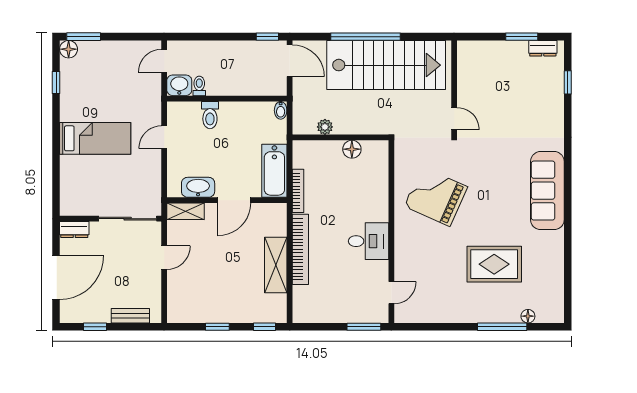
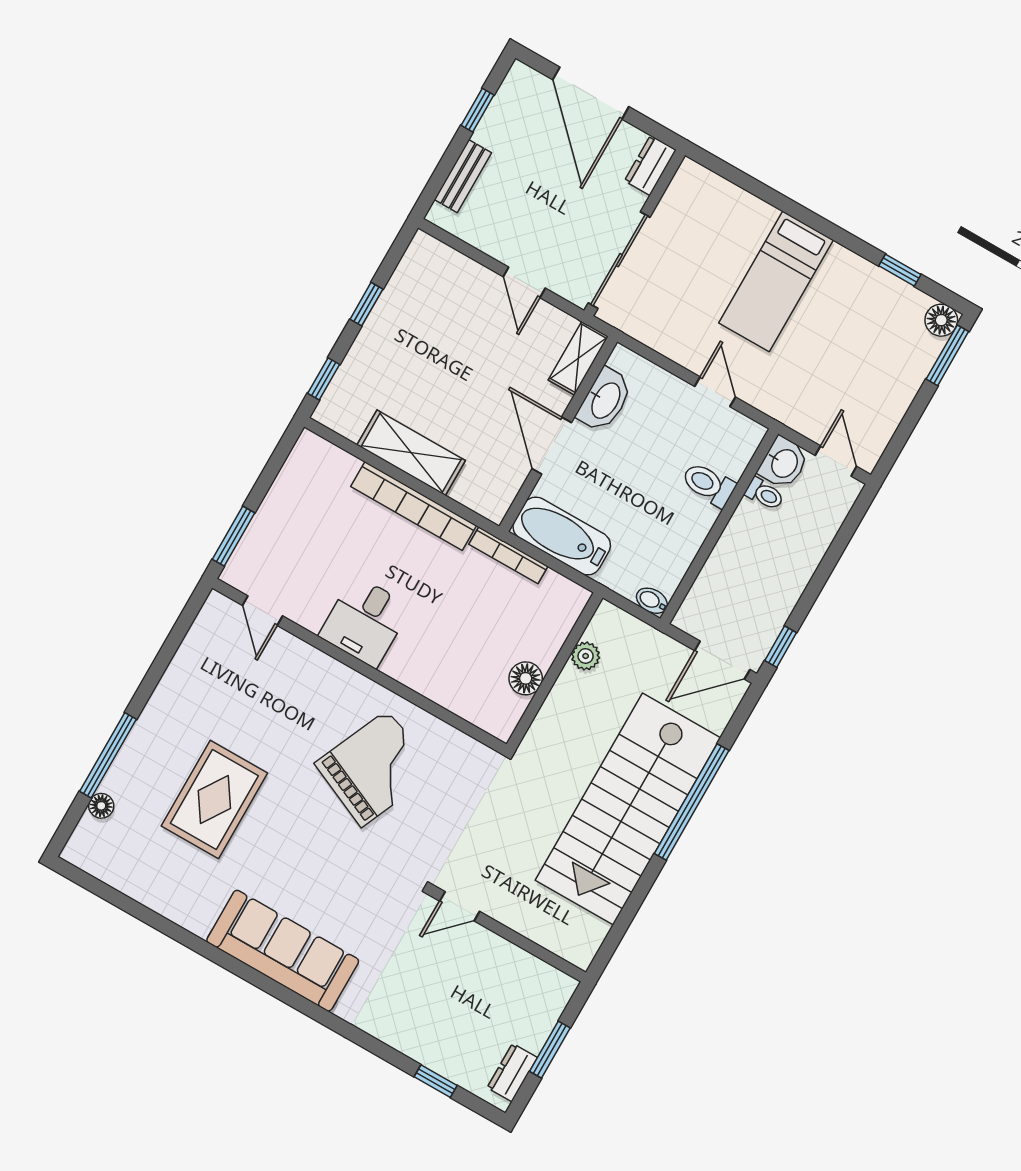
wall: (454, 87) -> (509, 934), moved
door: (454, 119) -> (460, 906), moved

